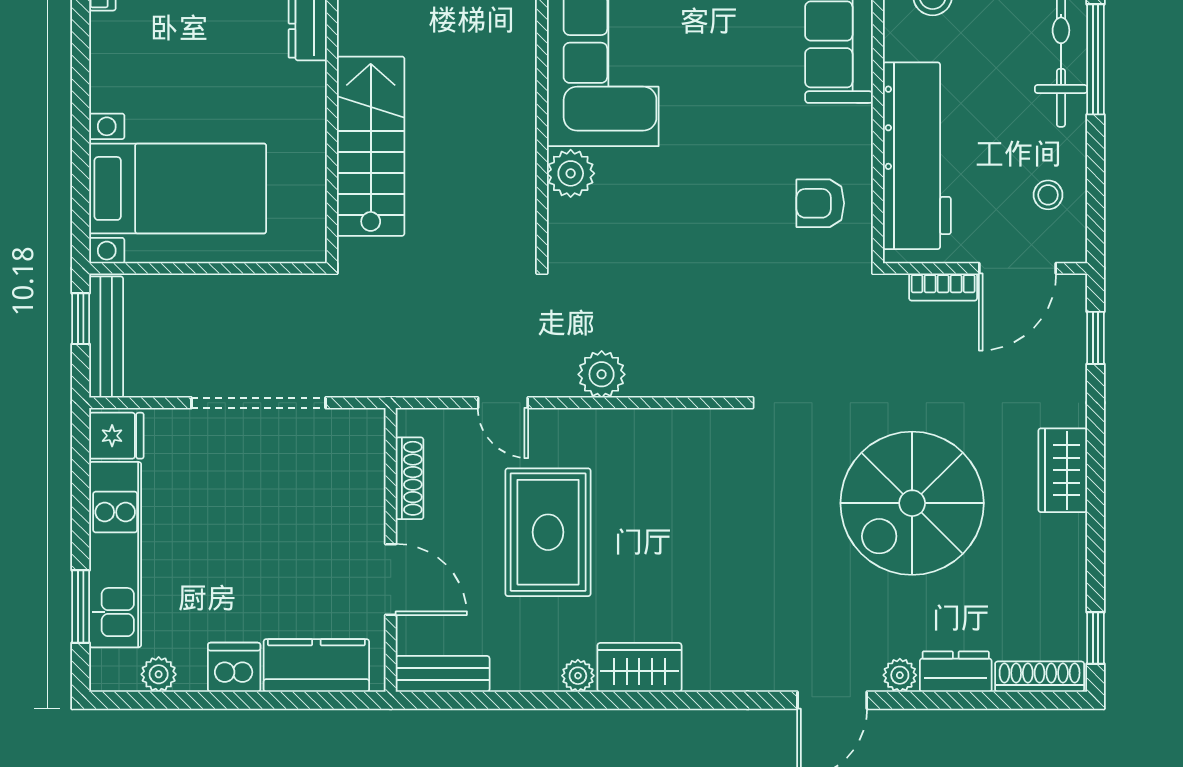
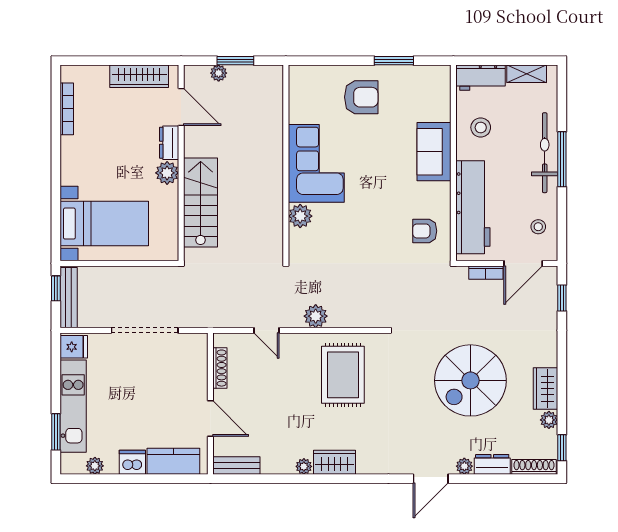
plant: (304, 87) -> (167, 173), added
wardrobe: (1063, 470) -> (546, 389), moved
rug: (548, 532) -> (343, 375), moved
plant: (1069, 582) -> (549, 420), added

